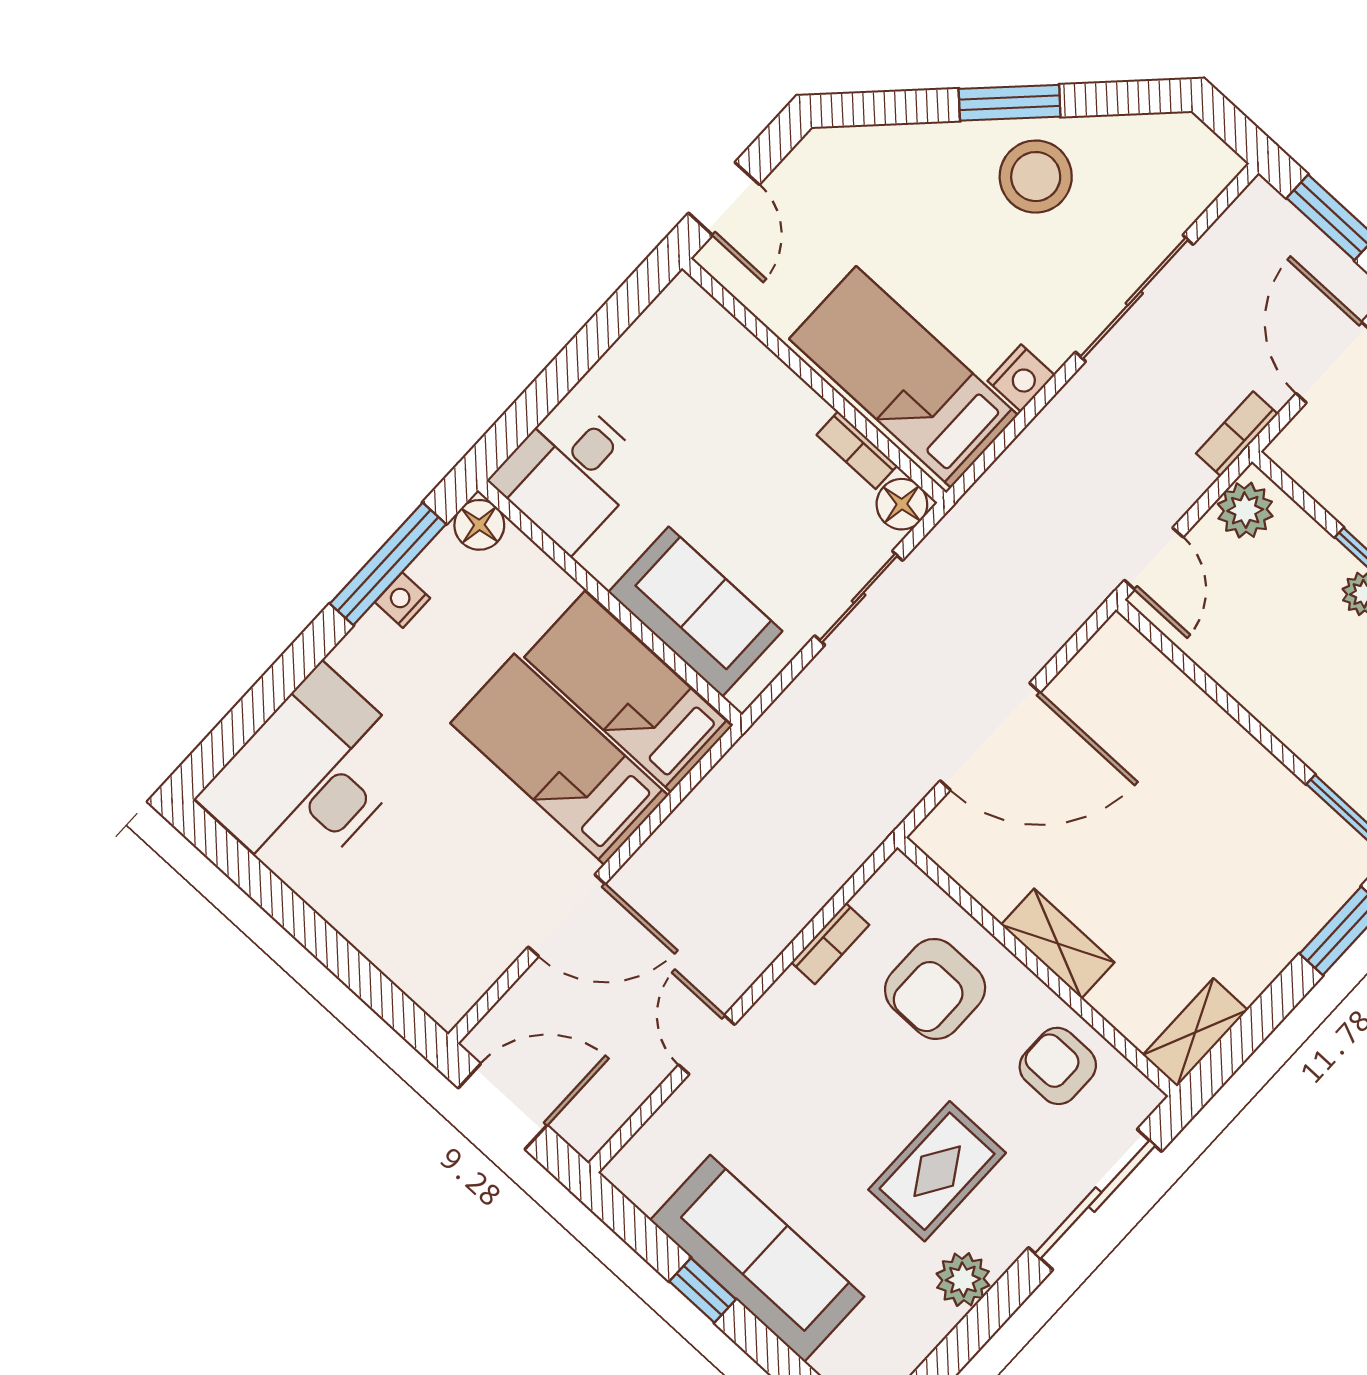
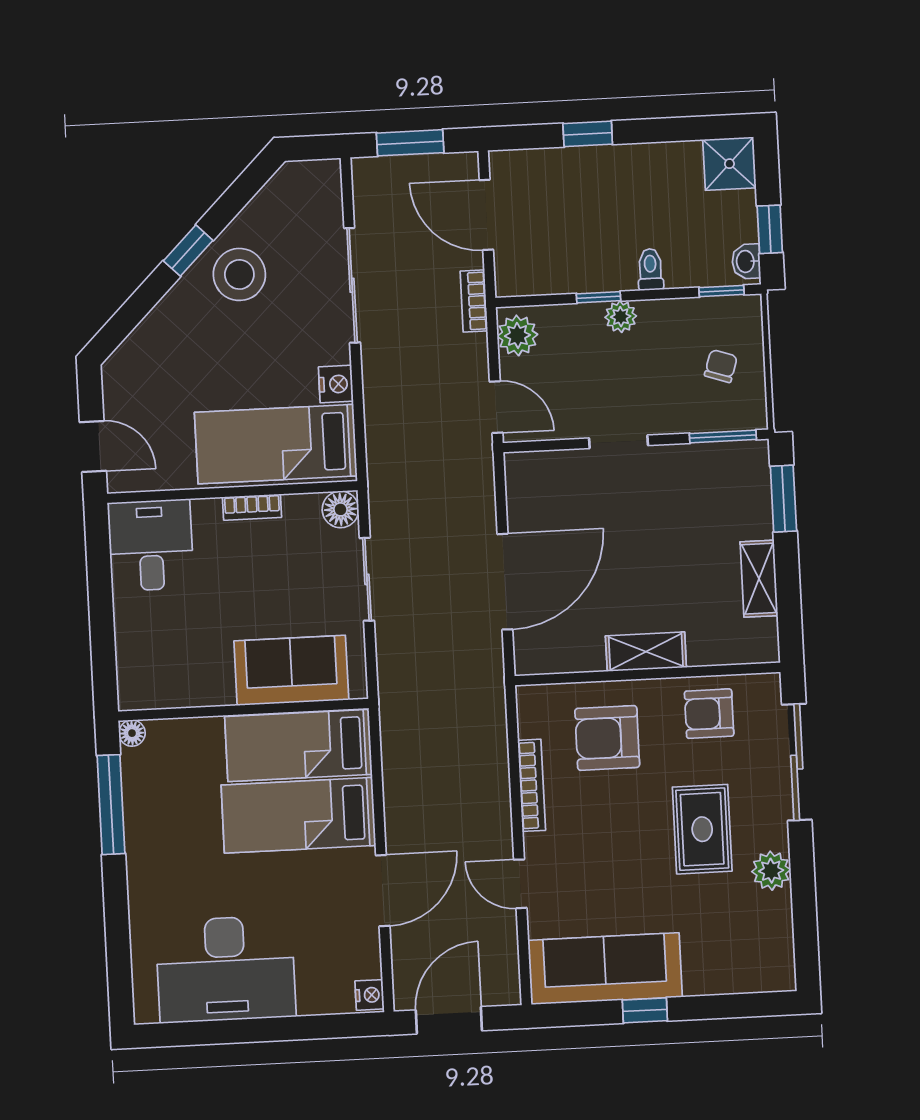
window: (1010, 103) -> (188, 251), width x0.67
bookcase: (857, 450) -> (252, 507), moved
desk: (570, 474) -> (151, 545), moved, turned 180
floor lamp: (479, 525) -> (132, 733), width x0.73, depth x0.73
nightstand: (402, 600) -> (370, 995), moved, turned 180
doorway: (1238, 713) -> (618, 442), added
desk: (310, 777) -> (226, 969), moved, turned -90
bookcase: (830, 944) -> (532, 785), width x1.56
armchair: (935, 989) -> (607, 738), turned 90
shelving: (1195, 1032) -> (759, 579), moved
sofa: (757, 1258) -> (605, 969), moved

